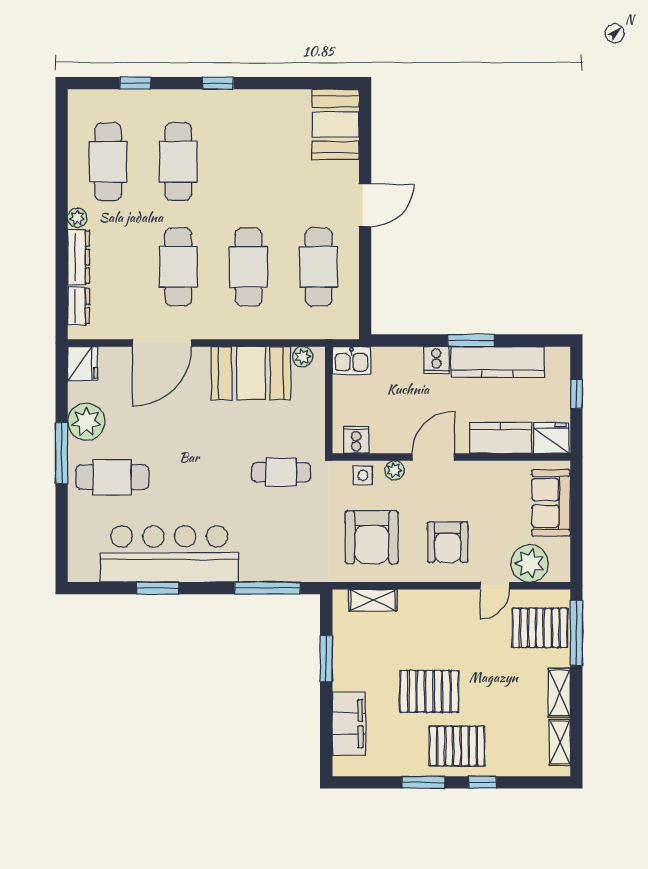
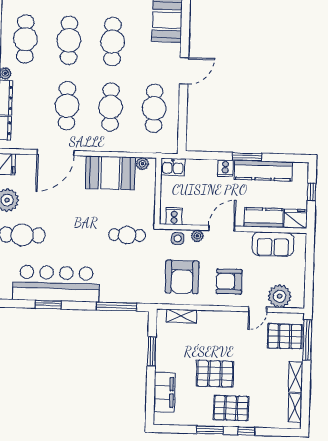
cafe table: (248, 162) -> (112, 42), added
sofa: (551, 503) -> (273, 244), moved, turned -90
armchair: (448, 542) -> (229, 281), turned 90

